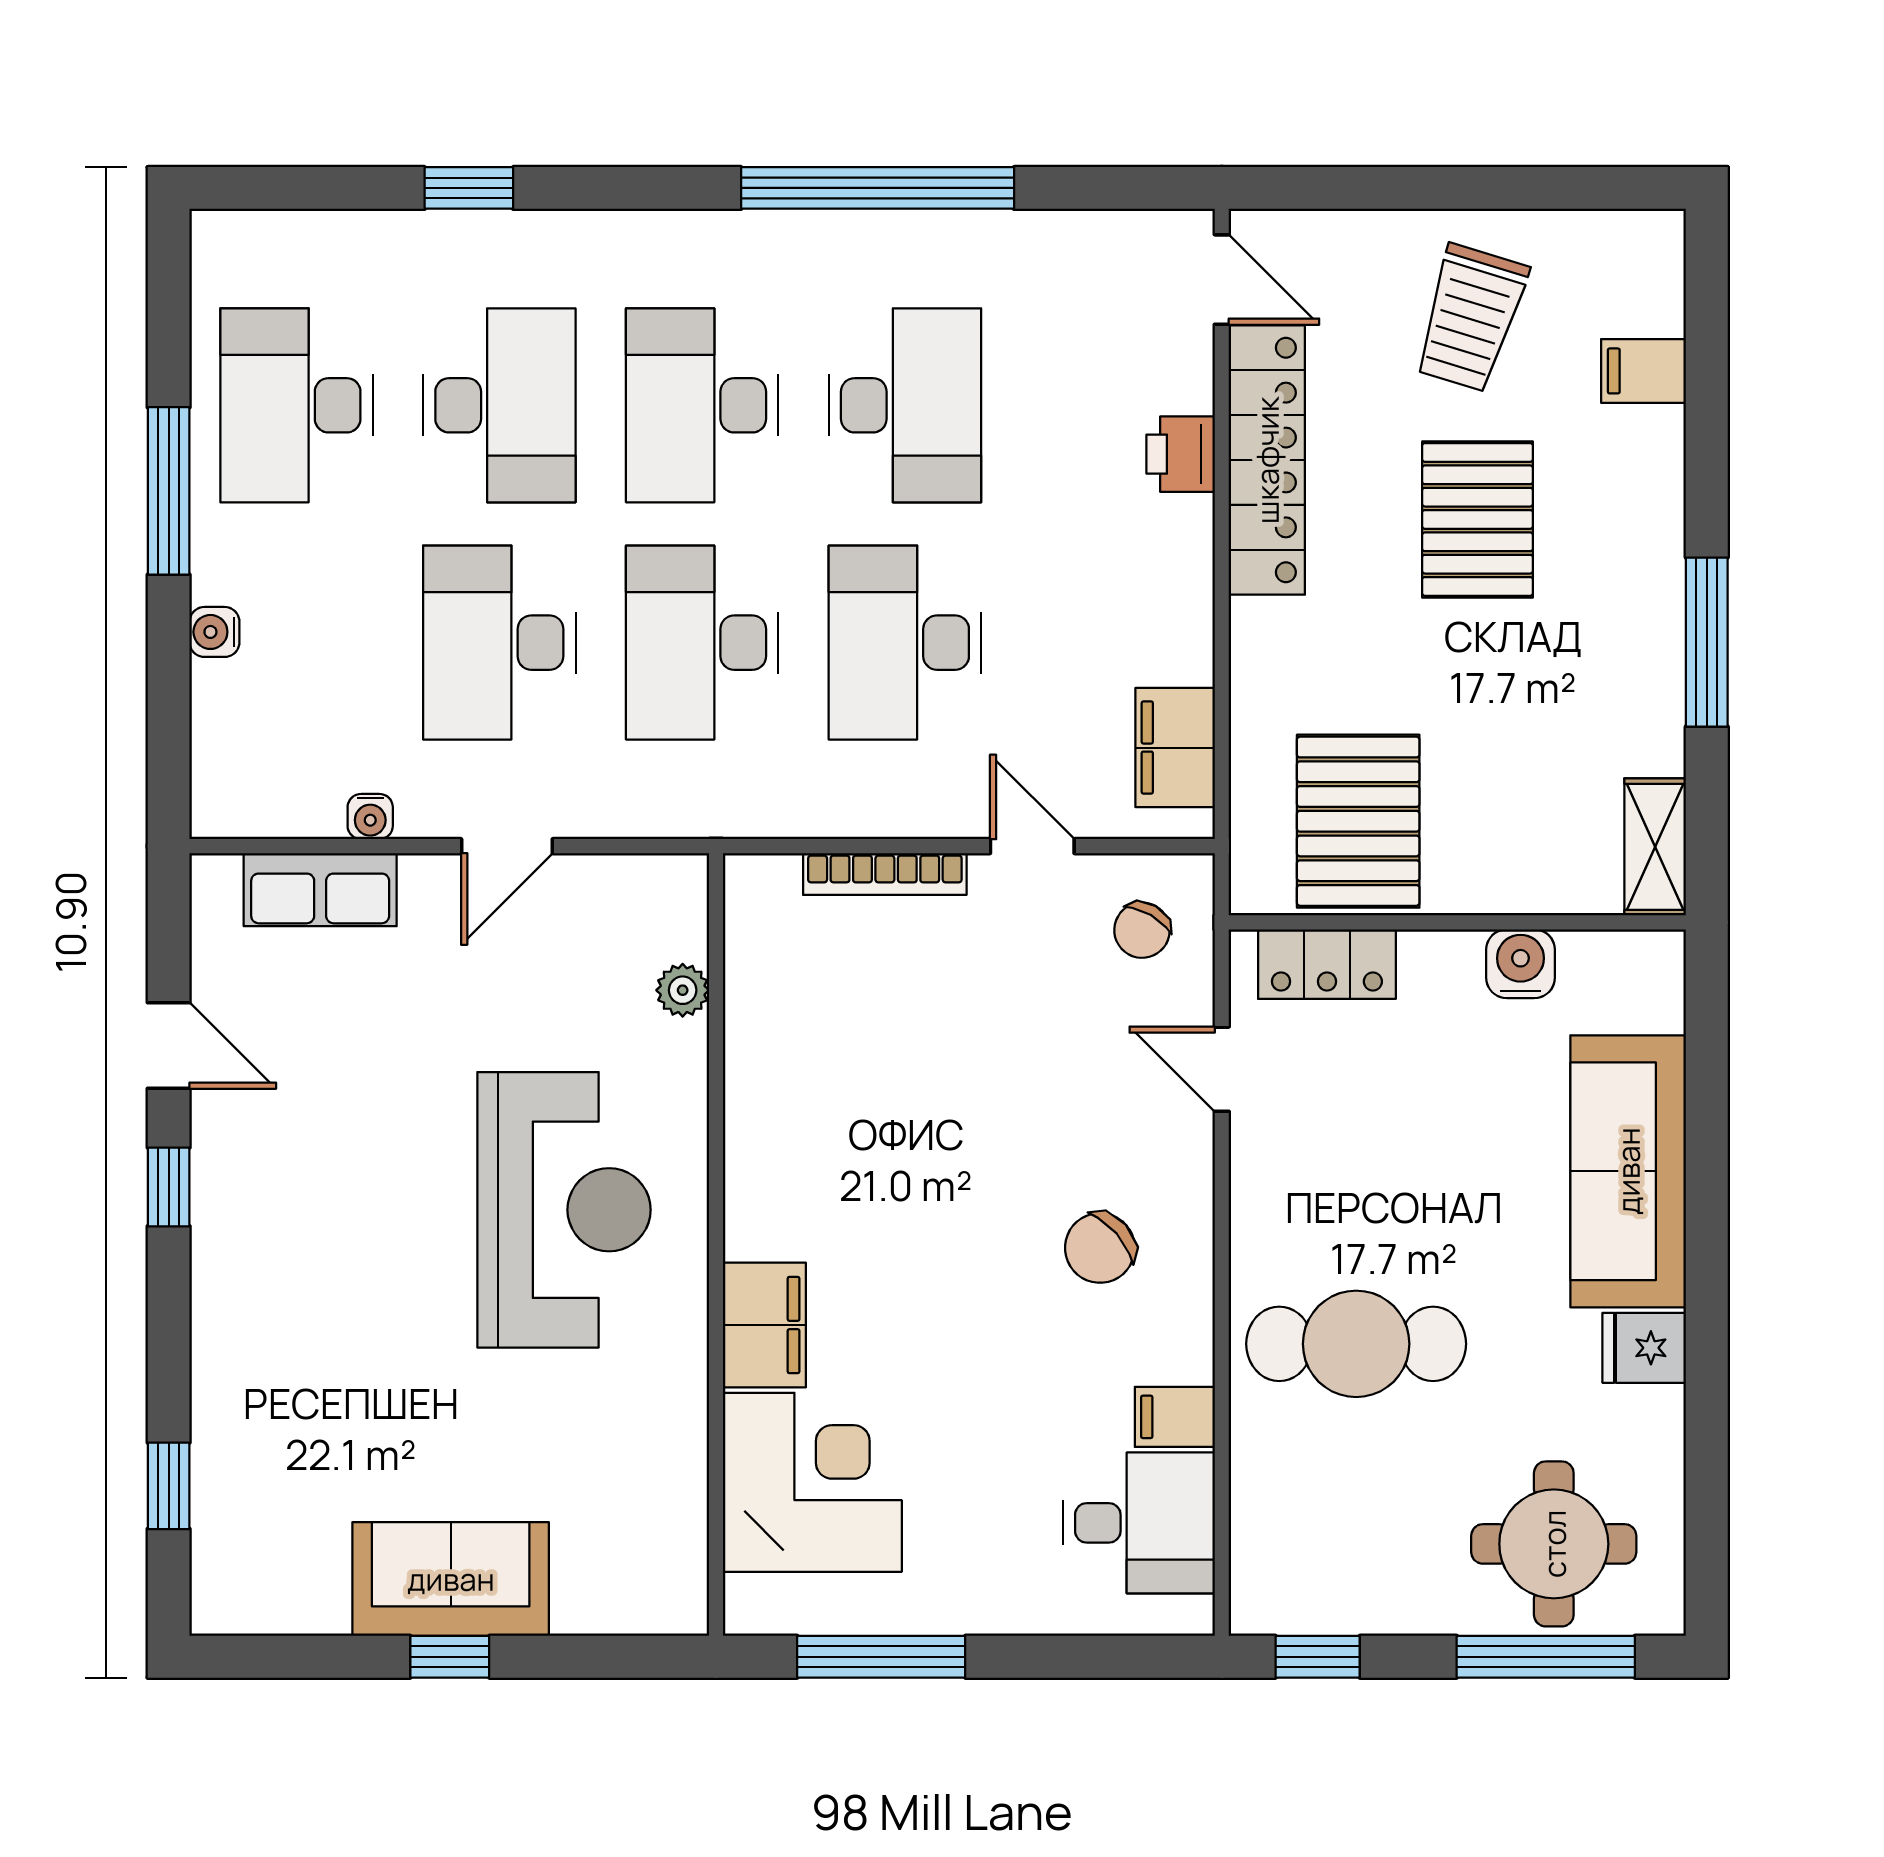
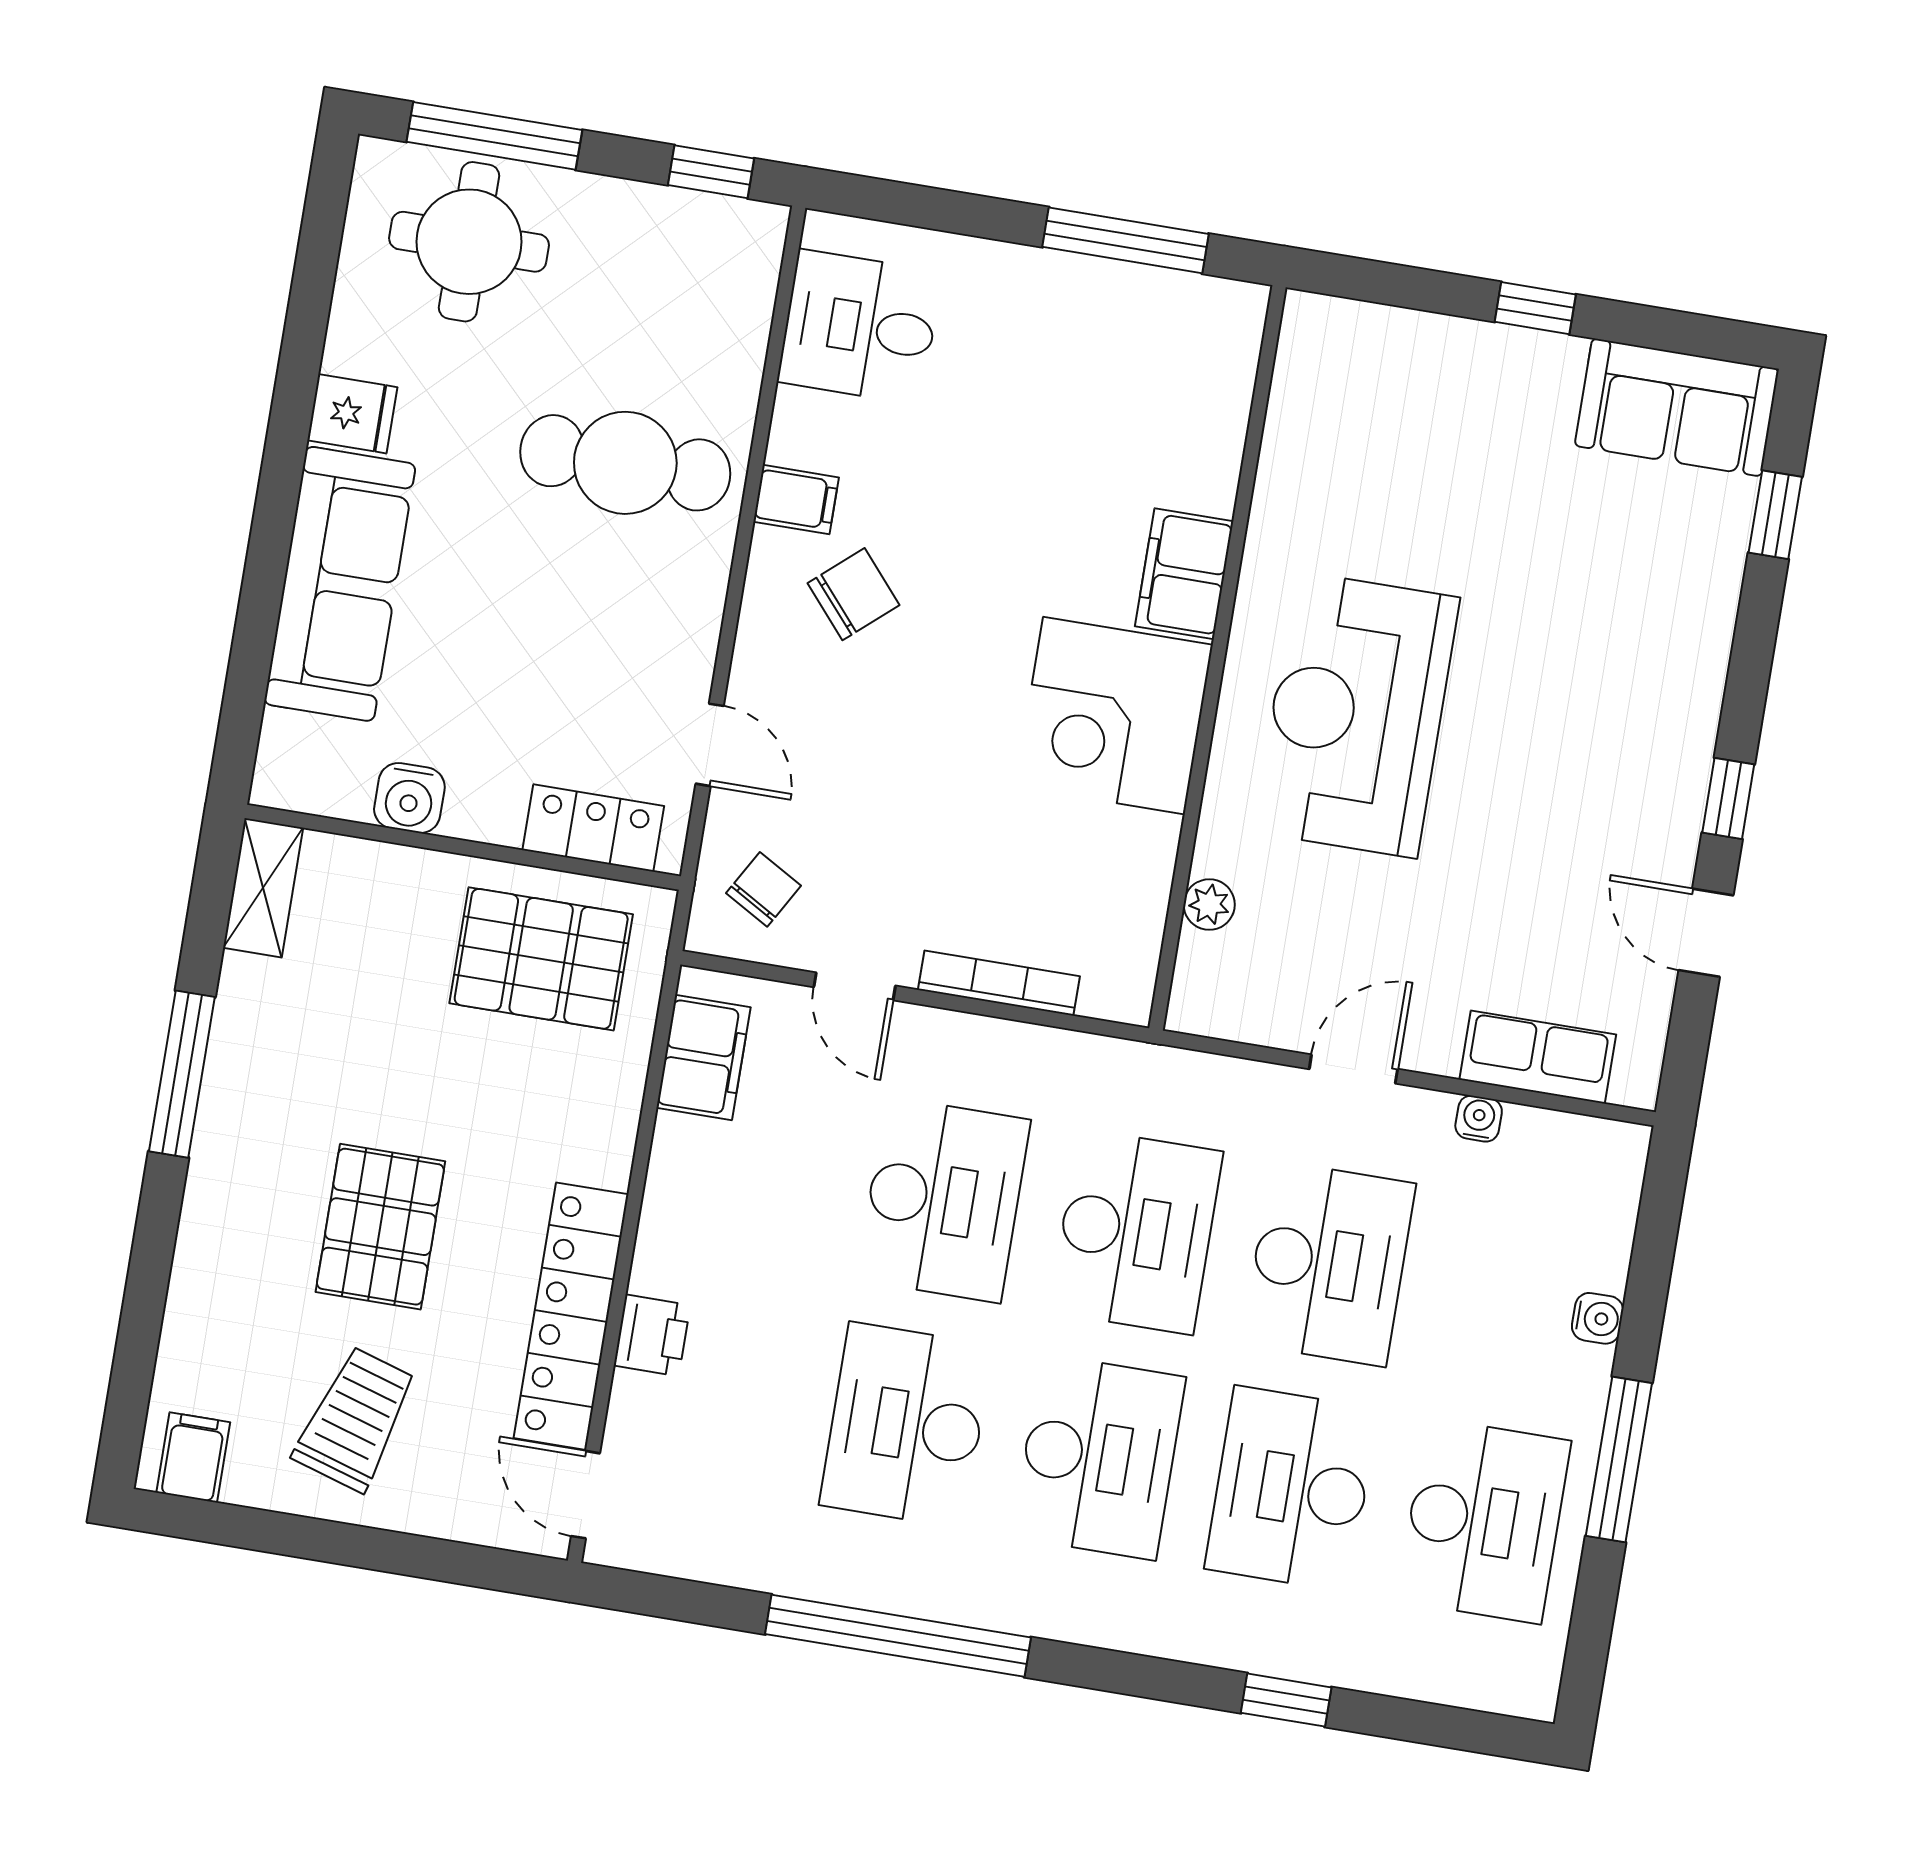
filing cabinet: (1643, 371) -> (193, 1457), moved, turned -90
pallet: (1358, 821) -> (541, 959), turned 90
filing cabinet: (1175, 1417) -> (796, 500), moved
corner desk: (812, 1482) -> (1114, 716), moved
sofa: (451, 1579) -> (1677, 407), moved

